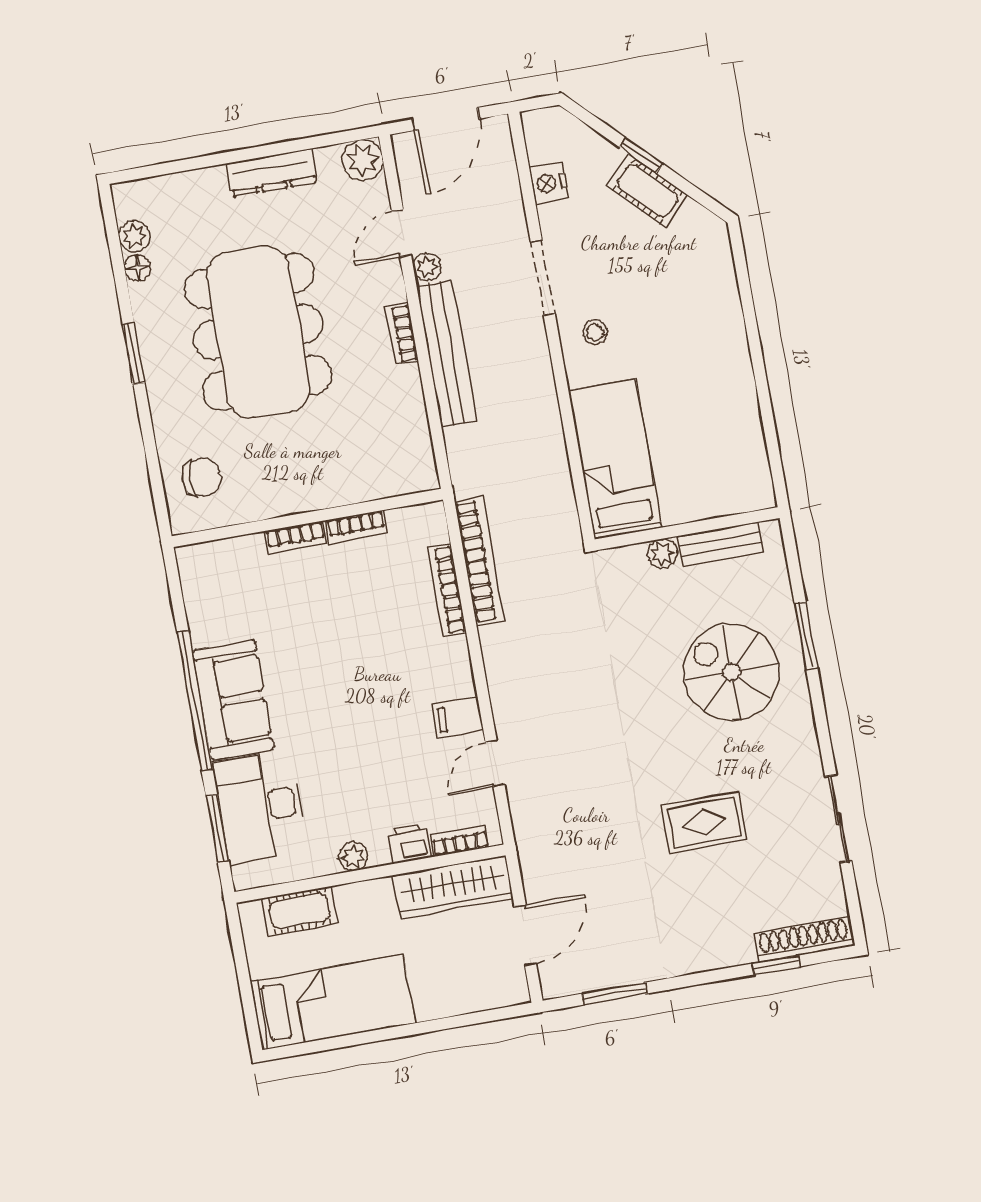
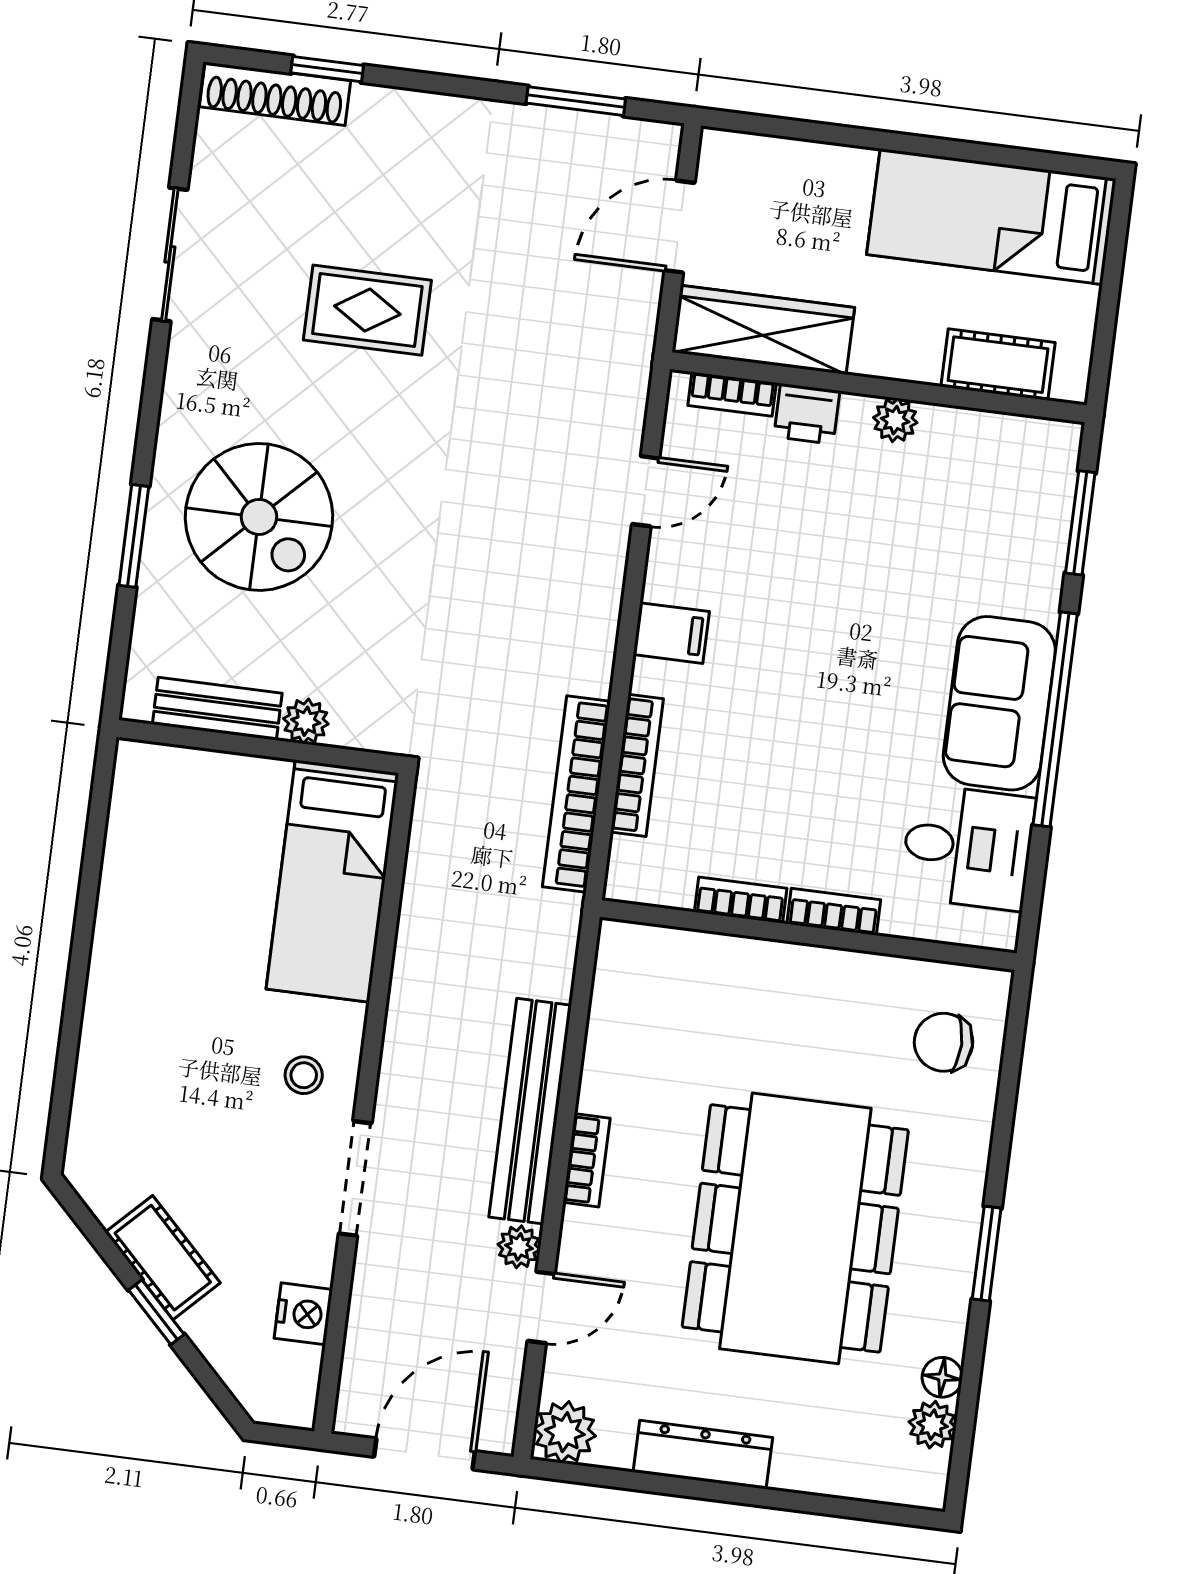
filing cabinet: (458, 717) -> (671, 633), moved
desk: (260, 807) -> (968, 847), moved, width x0.73

